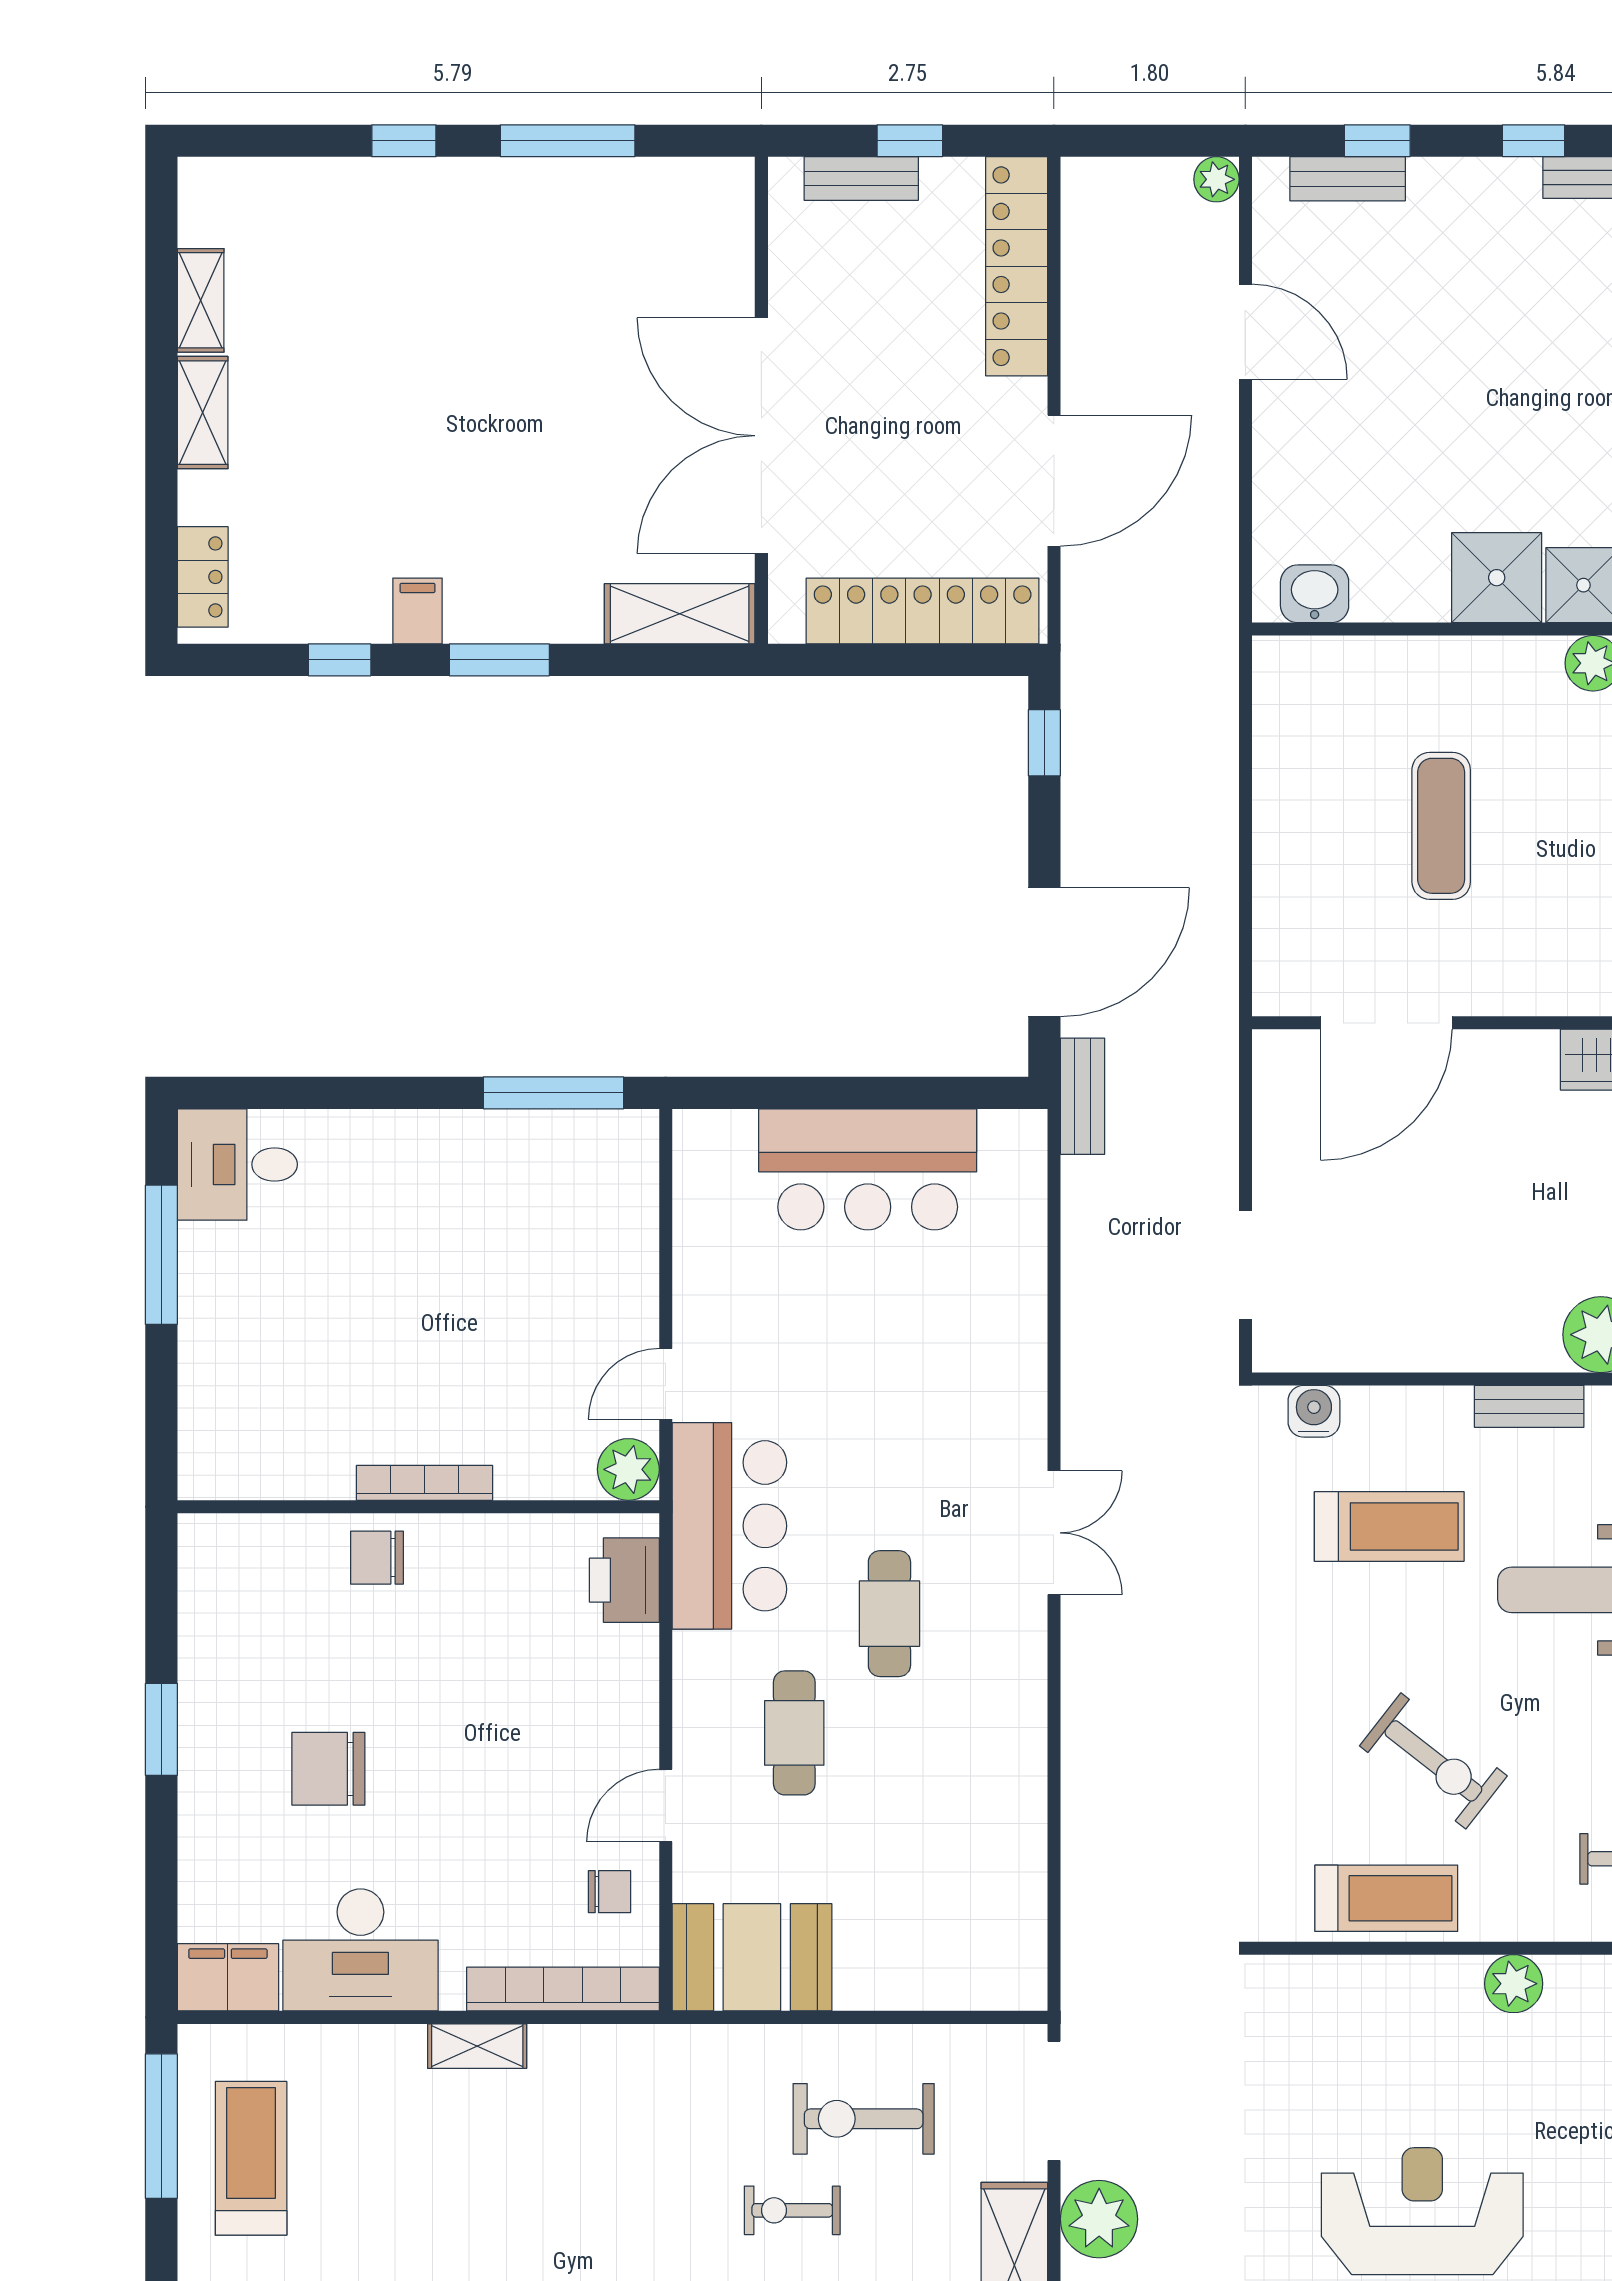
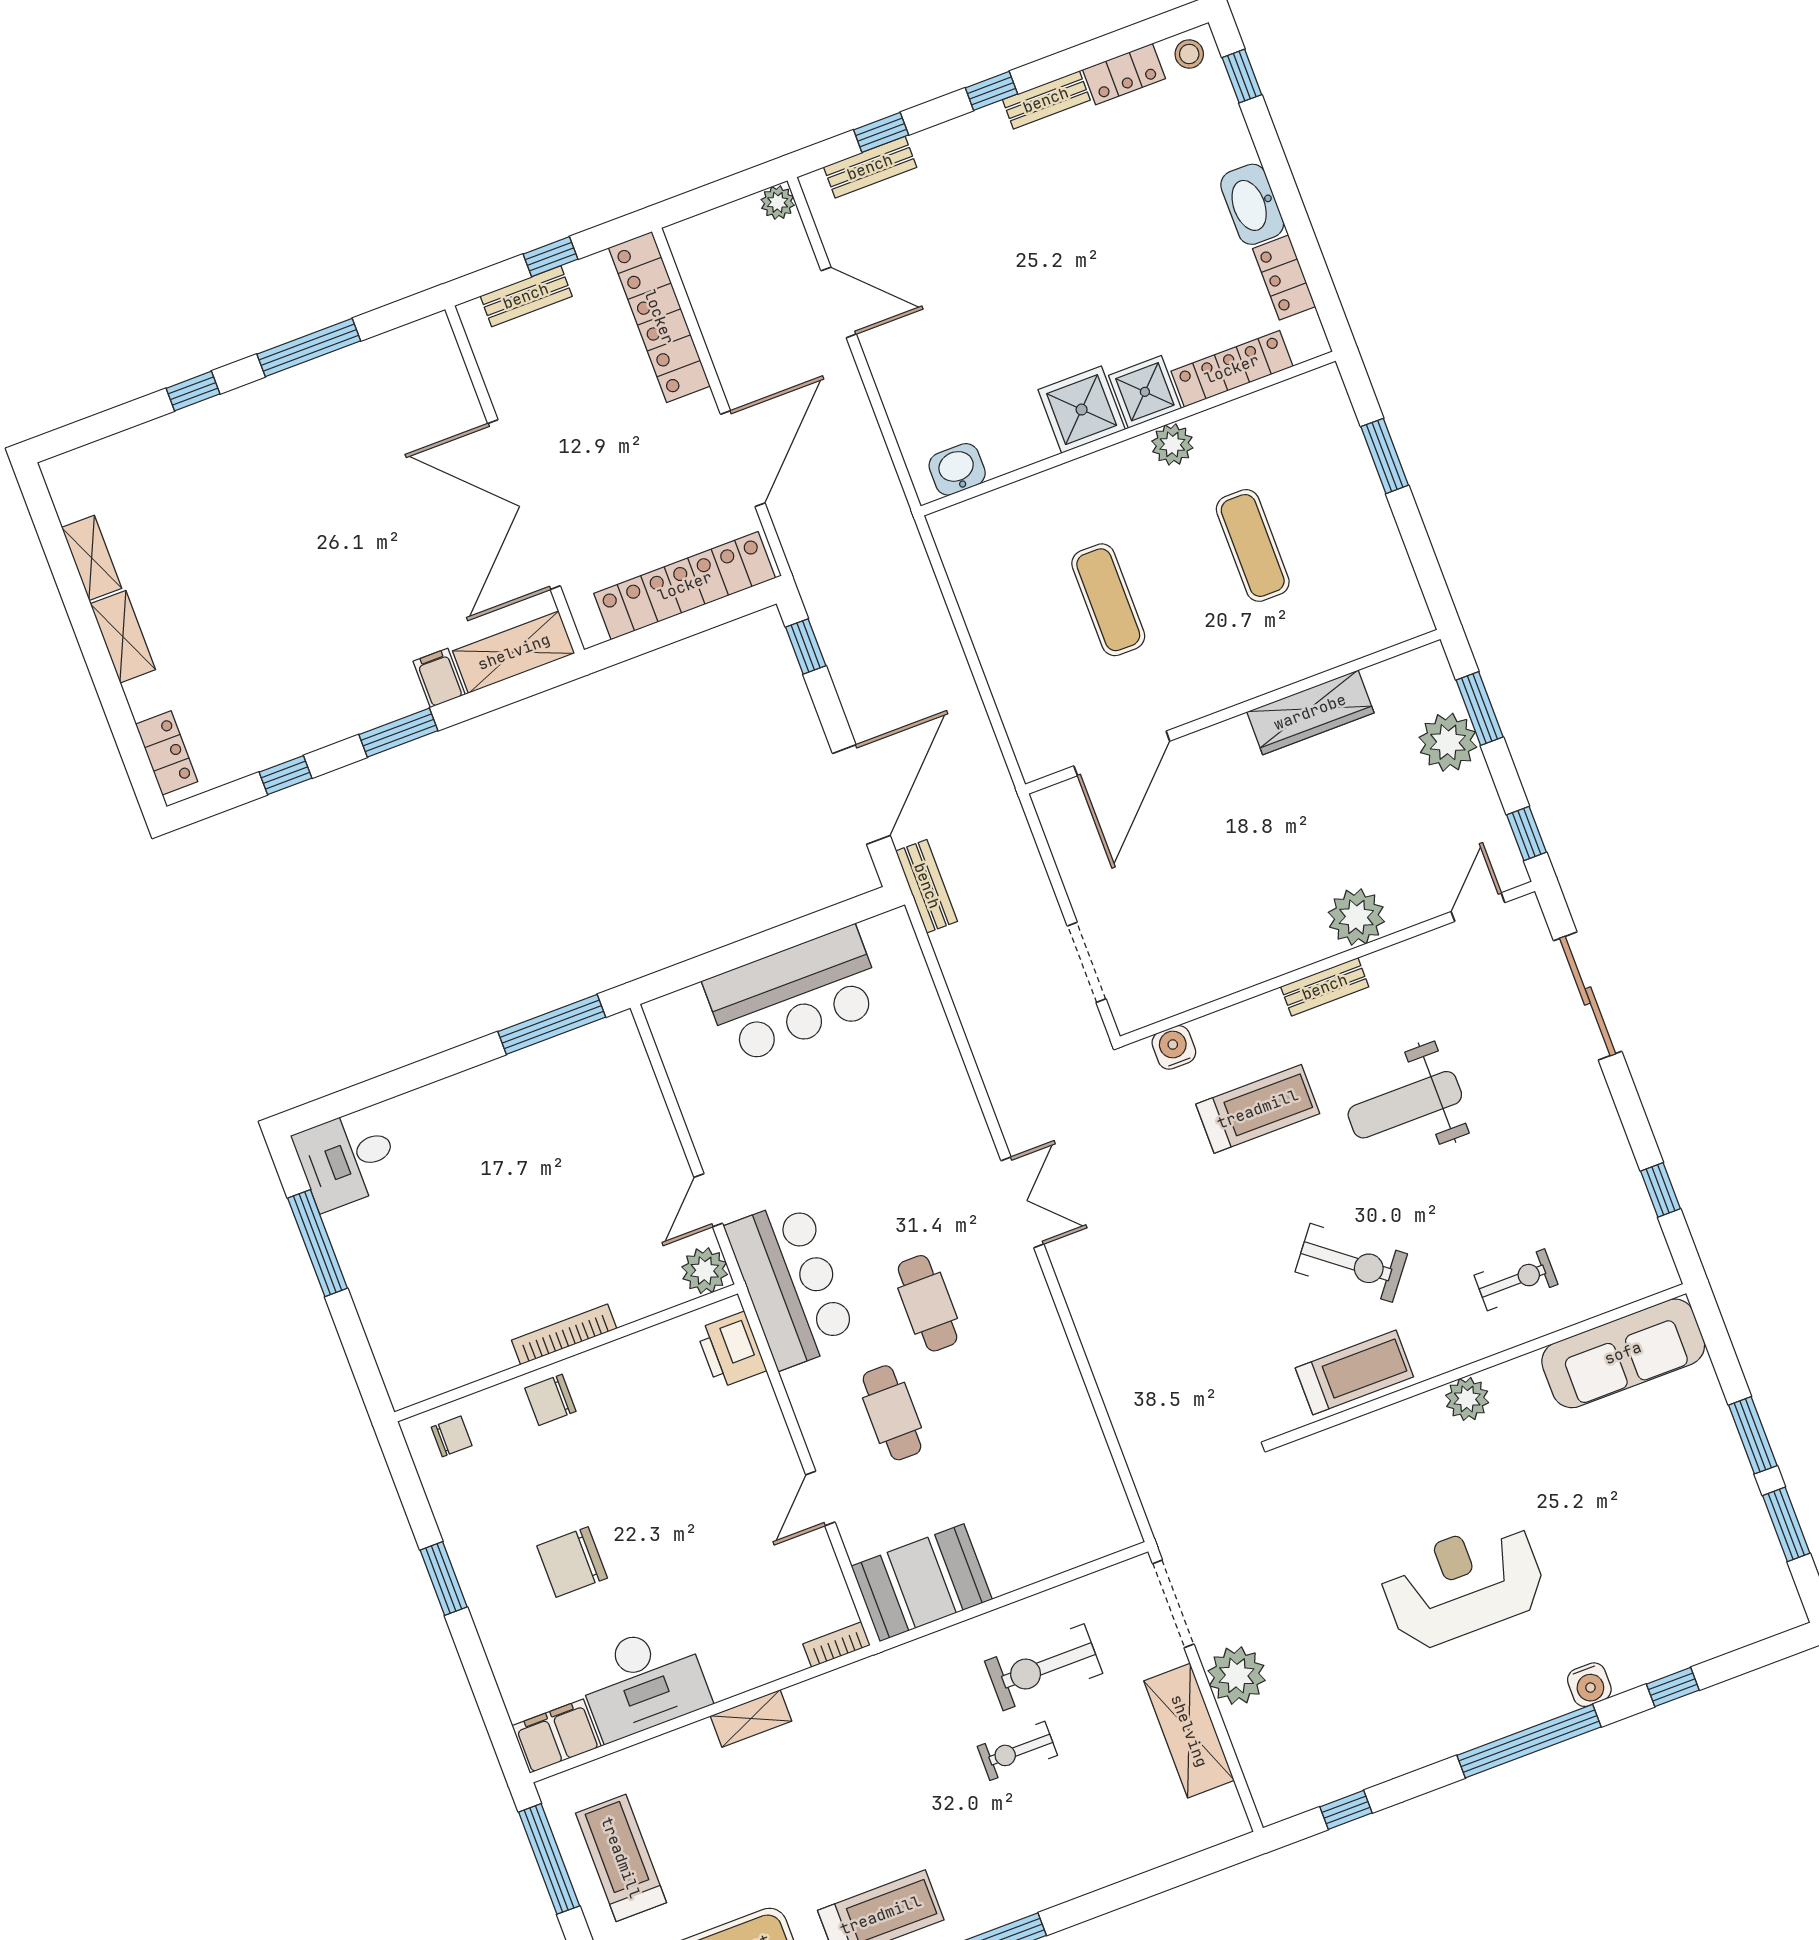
filing cabinet: (417, 611) -> (439, 678), moved
chair: (609, 1892) -> (452, 1436), moved
bookcase: (563, 1989) -> (837, 1645), width x0.43, depth x0.76

